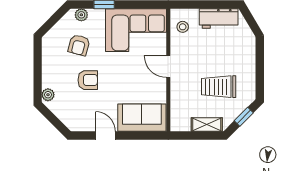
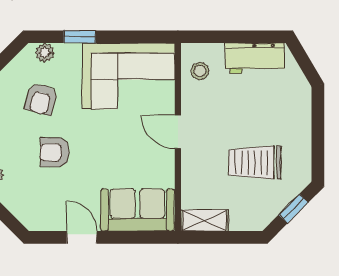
armchair: (88, 80) -> (55, 152), turned 180
shelving: (207, 125) -> (204, 220), moved

